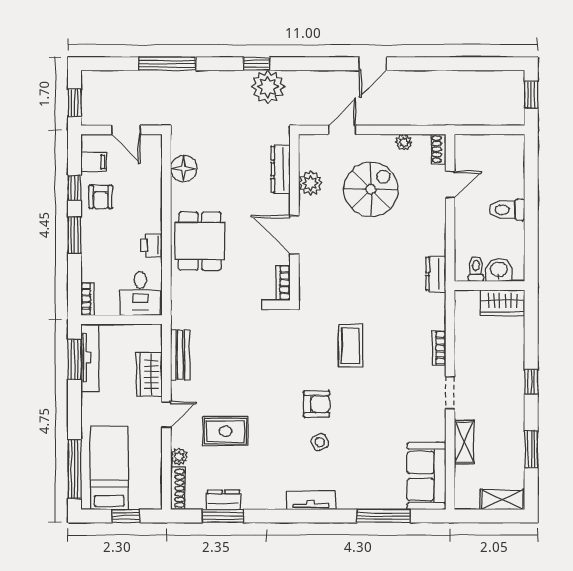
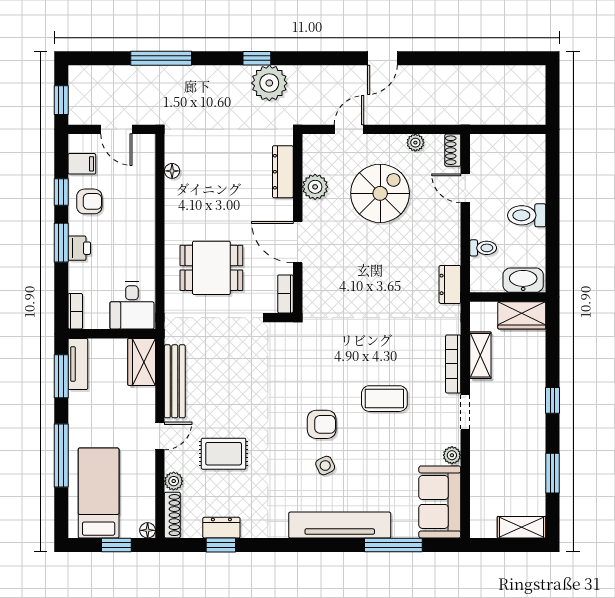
window: (531, 95) -> (553, 92), removed
floor lamp: (184, 168) -> (172, 171), width x0.53, depth x0.53
door: (450, 185) -> (465, 188), swing flipped
armchair: (101, 197) -> (89, 201), turned -90
dining table: (200, 241) -> (211, 268), moved, turned 90
printer: (152, 245) -> (79, 248), moved, turned 180
toilet: (476, 269) -> (483, 248), moved, turned 90
washbasin: (499, 270) -> (523, 280), width x1.38
coffee table: (350, 346) -> (384, 399), moved, turned 90
bookcase: (439, 348) -> (453, 364), width x1.56
bench: (180, 355) -> (175, 381), width x1.36
tv unit: (90, 358) -> (78, 364), width x0.71
wardrobe: (149, 374) -> (142, 362), moved
plant: (438, 433) -> (452, 455), added
shelving: (464, 442) -> (480, 355), moved
window: (75, 469) -> (61, 455), moved
tv unit: (311, 500) -> (340, 525), width x1.92, depth x1.29
floor lamp: (155, 502) -> (148, 530), added
window: (223, 516) -> (221, 545), width x0.67

